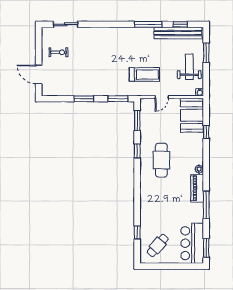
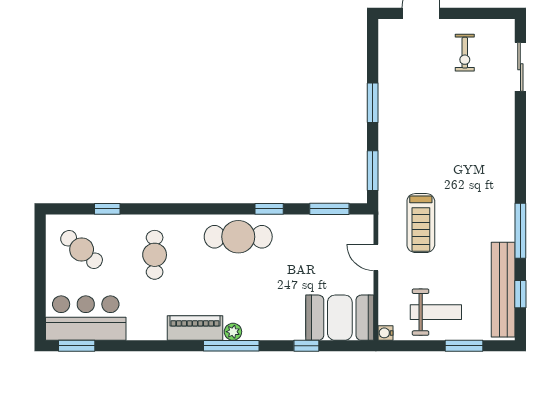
cafe table: (161, 160) -> (238, 237), moved
window: (206, 205) -> (231, 346), moved
cafe table: (160, 209) -> (155, 255), added

